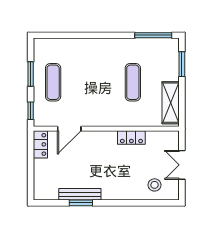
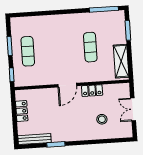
door: (69, 129) -> (67, 85), moved
locker: (40, 144) -> (22, 111), moved
stool: (155, 185) -> (102, 119), moved
bench: (80, 194) -> (35, 139), moved

